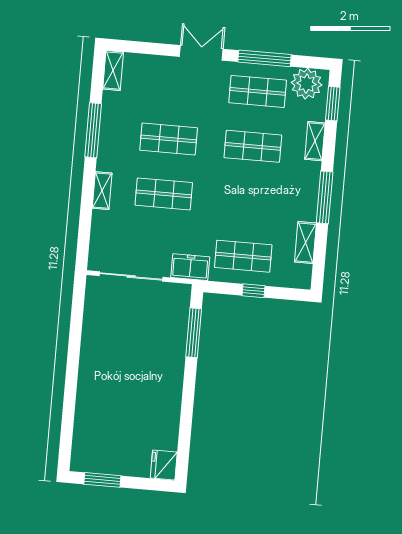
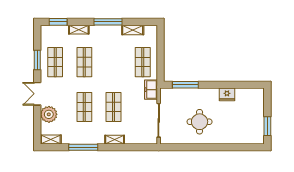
window: (265, 58) -> (37, 60), width x0.69
plant: (306, 84) -> (49, 114), moved
window: (253, 291) -> (161, 55), removed
round table: (122, 353) -> (200, 122), added
fridge: (164, 465) -> (227, 94), moved

